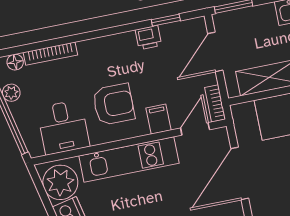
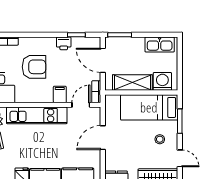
door: (215, 52) -> (103, 60), hinge flipped
armchair: (114, 104) -> (34, 67), moved
door: (240, 173) -> (103, 138), width x0.73

